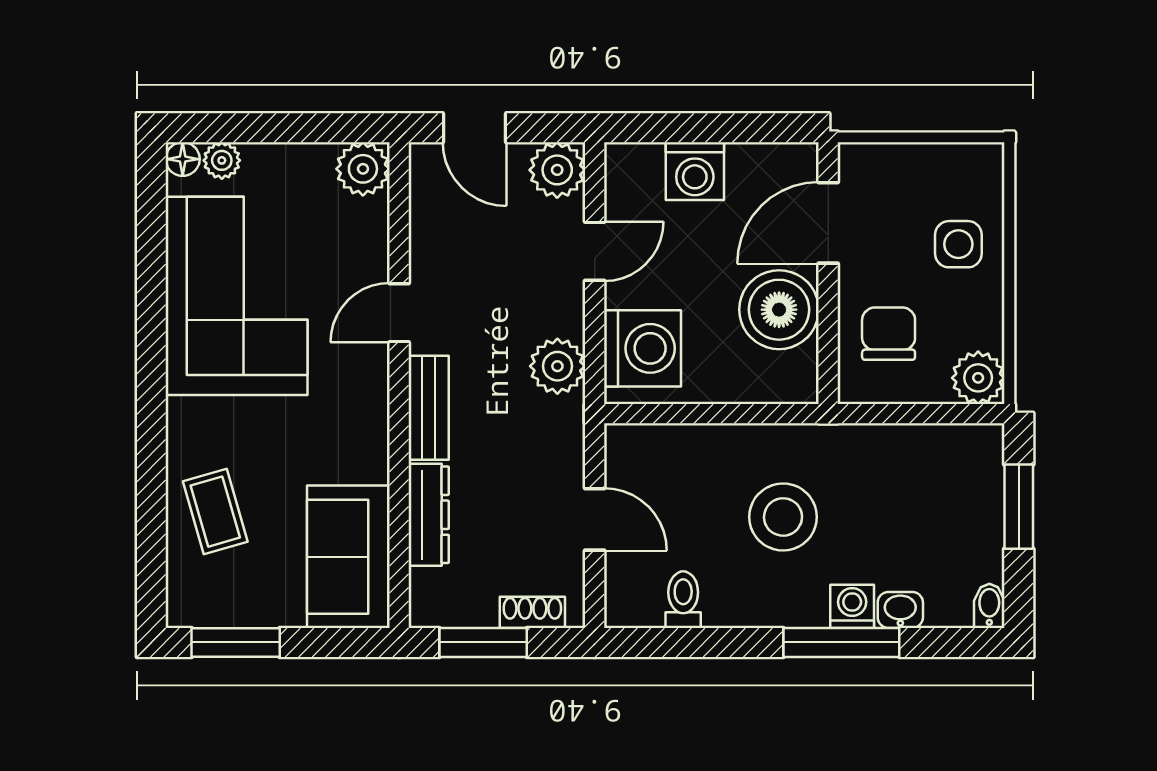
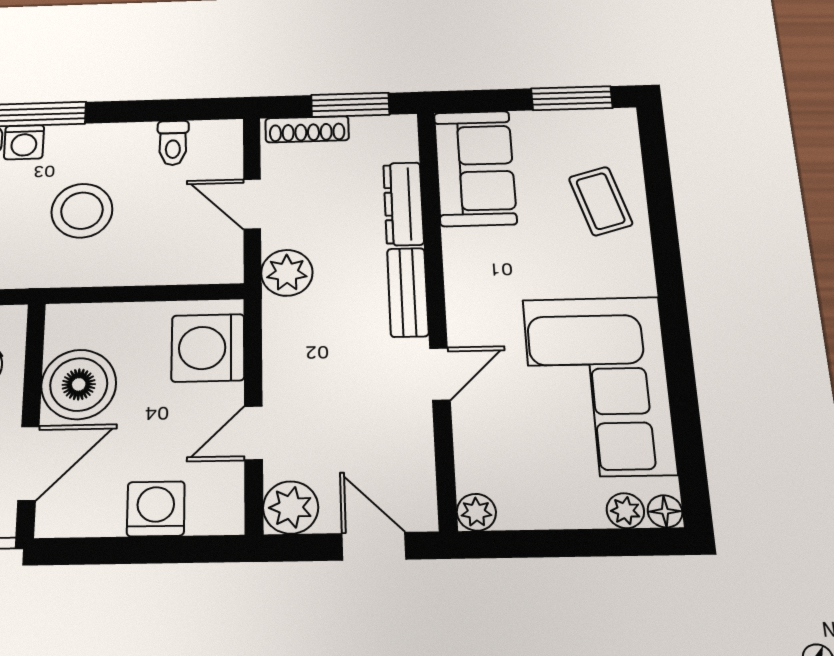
plant: (363, 169) -> (476, 512), width x0.73, depth x0.73
plant: (557, 366) -> (287, 273), moved
shoe rack: (532, 612) -> (307, 129), width x1.43

